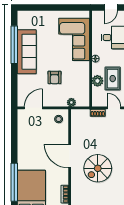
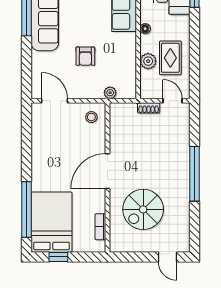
door: (33, 108) -> (55, 101), hinge flipped
door: (70, 156) -> (107, 171), hinge flipped
spiral stairs: (98, 168) -> (143, 209), moved

